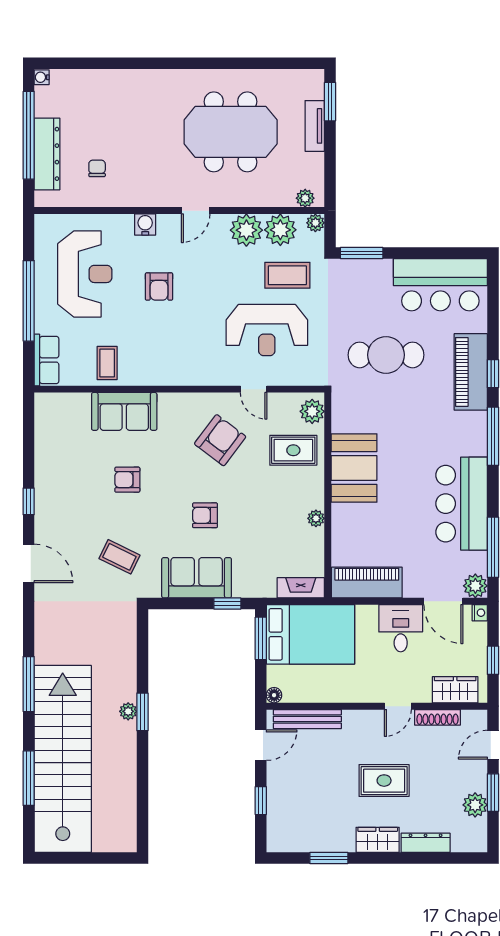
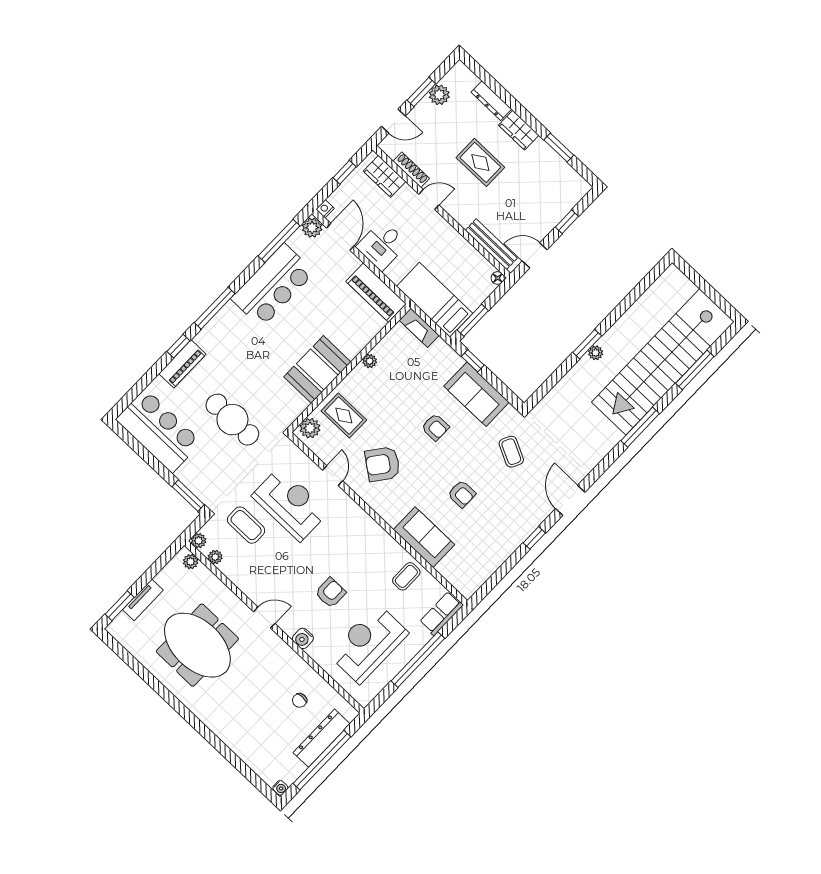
plant: (246, 230) -> (245, 576), removed
plant: (280, 230) -> (215, 557), width x0.53, depth x0.53
piano: (471, 372) -> (182, 364), width x0.73, depth x0.75
bed: (310, 634) -> (435, 300), width x0.67

